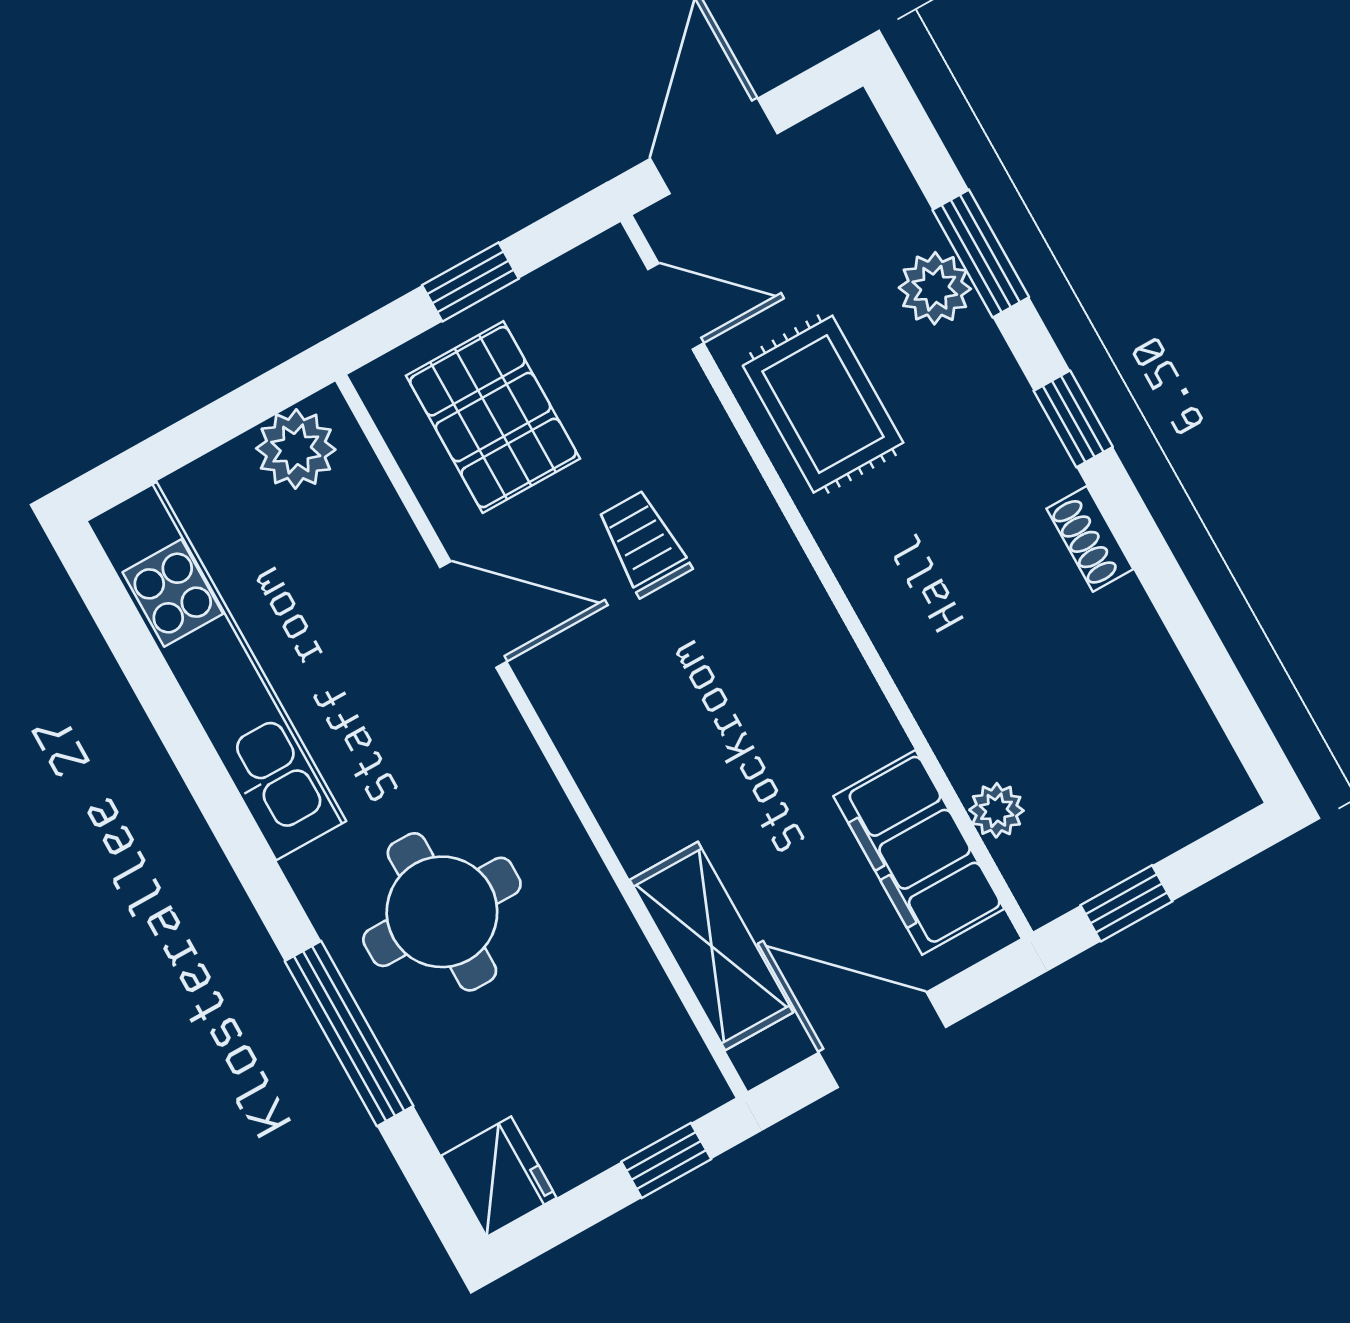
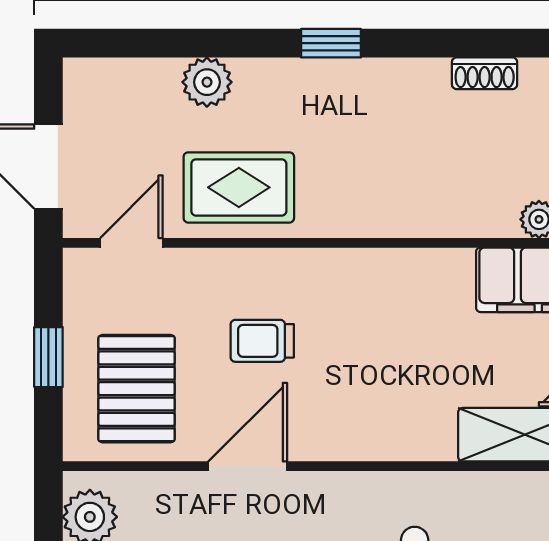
window: (981, 254) -> (202, 43), removed
pallet: (493, 417) -> (137, 389), turned 90
shoe rack: (1090, 539) -> (485, 73), moved

